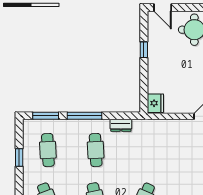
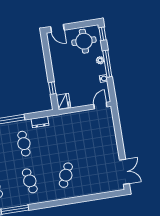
window: (144, 50) -> (52, 88), moved

